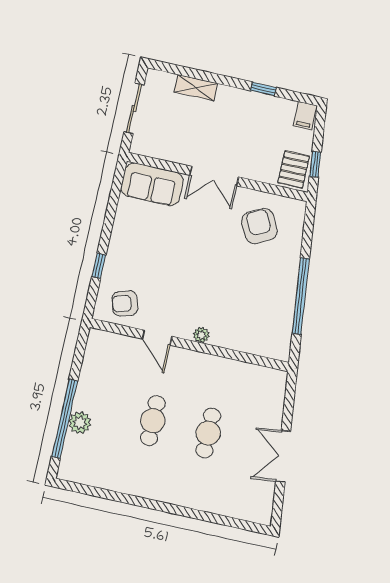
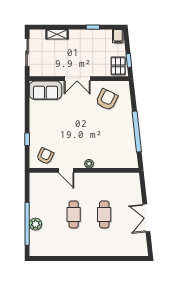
armchair: (259, 226) -> (107, 100), turned 53
armchair: (125, 303) -> (45, 156), turned 132

